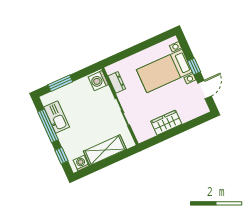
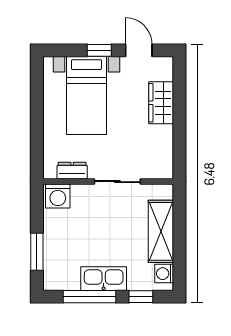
kitchen sink: (57, 117) -> (104, 279), moved
wardrobe: (166, 123) -> (161, 103), moved

